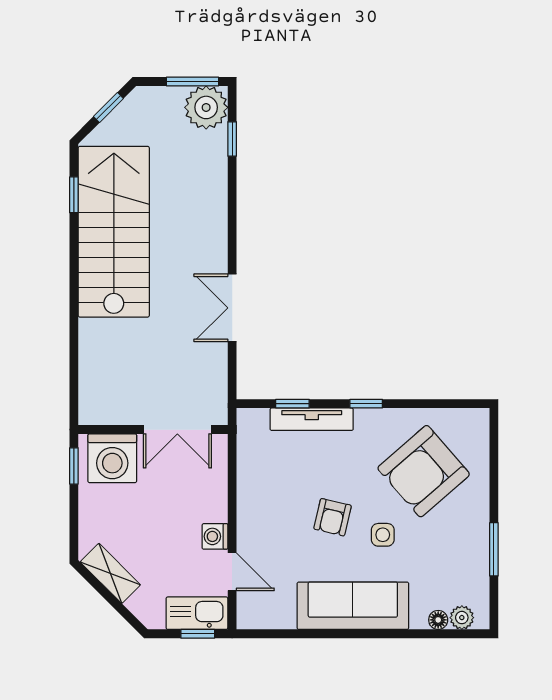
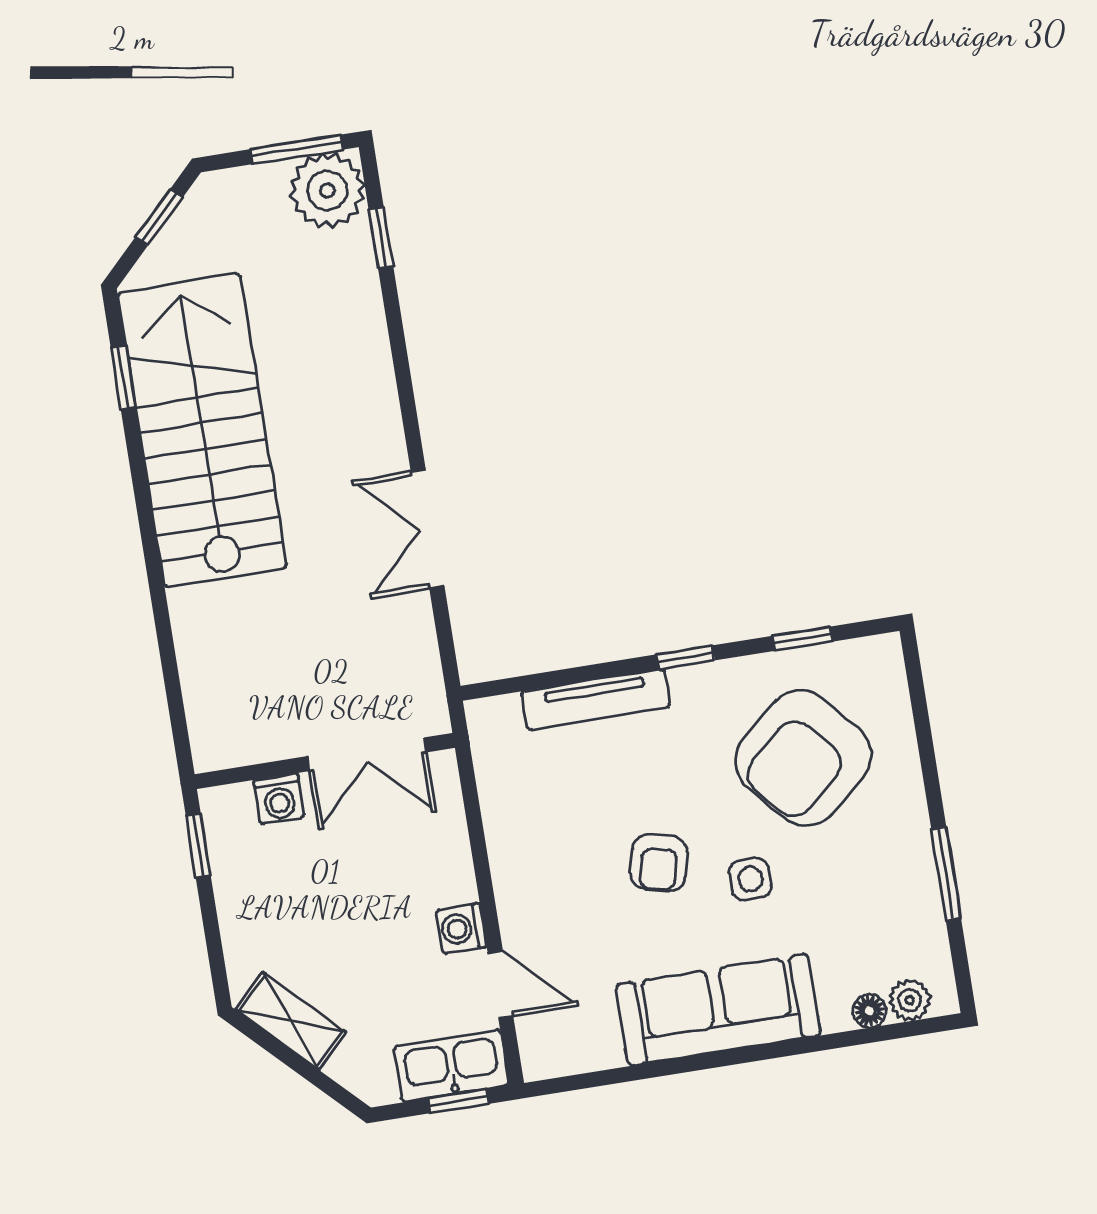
window: (292, 404) -> (802, 639), moved
washing machine: (112, 458) -> (279, 799), width x0.53, depth x0.53

